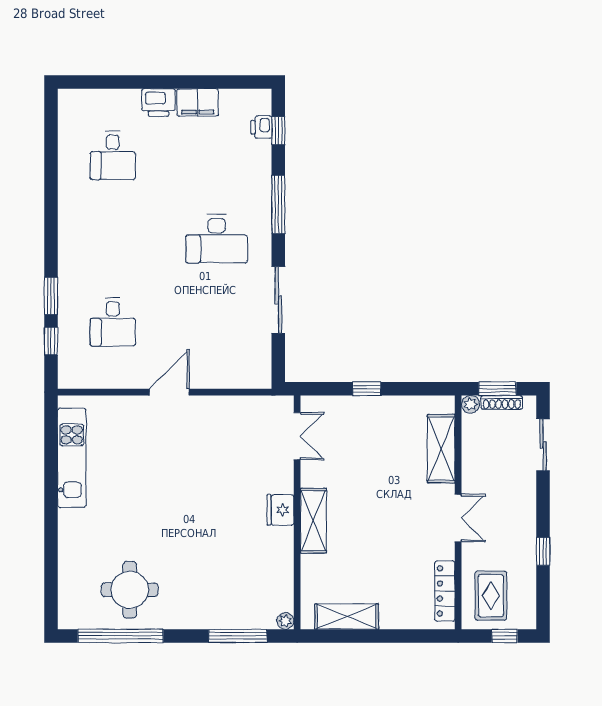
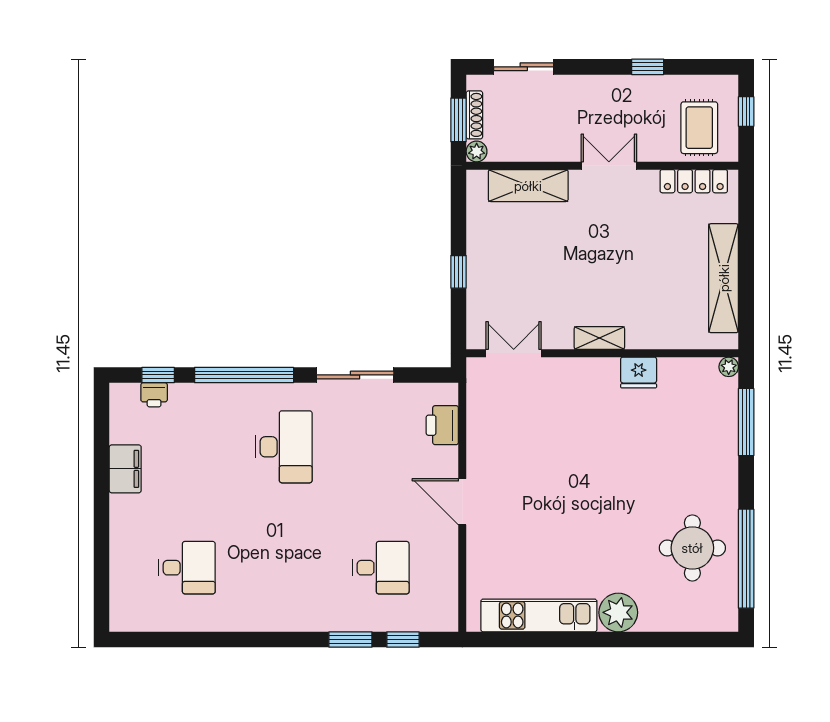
printer: (158, 103) -> (442, 425), moved, turned 180
window: (278, 205) -> (244, 375), width x1.46
fridge: (280, 510) -> (639, 372), moved
shelving: (313, 521) -> (599, 338), width x0.67, depth x0.75
plant: (74, 526) -> (618, 612), added
rug: (491, 596) -> (699, 128), turned 90
shelving: (347, 617) -> (724, 278), width x1.47

